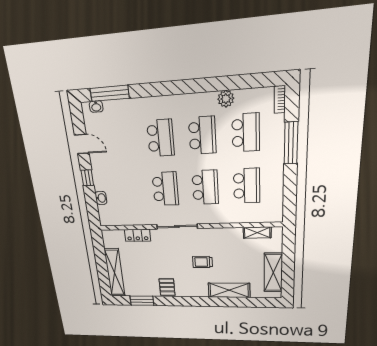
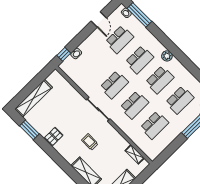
plant: (226, 99) -> (167, 56), moved
school desk: (120, 141) -> (119, 39), added
window: (87, 178) -> (64, 54), moved
locker: (137, 235) -> (72, 92), removed

